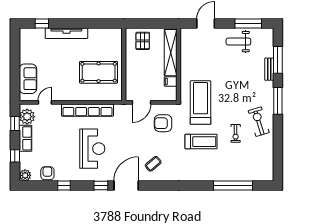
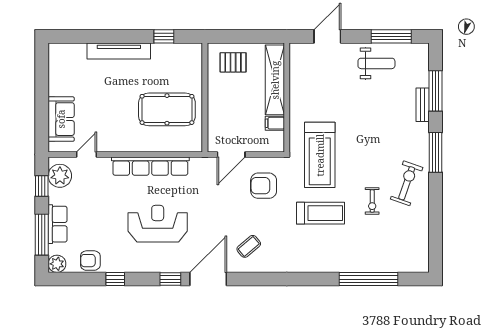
window: (42, 24) -> (164, 36), moved
pallet: (143, 41) -> (233, 62), turned 90
weight bench: (238, 42) -> (376, 63), turned 180
treadmill: (201, 103) -> (320, 155), turned 180
exercise bike: (259, 122) -> (407, 183), turned 36
row of seats: (26, 138) -> (58, 224), moved
reception desk: (92, 149) -> (158, 224), turned -90
window: (15, 156) -> (42, 235), width x2.17
armchair: (47, 173) -> (90, 261), turned -90

